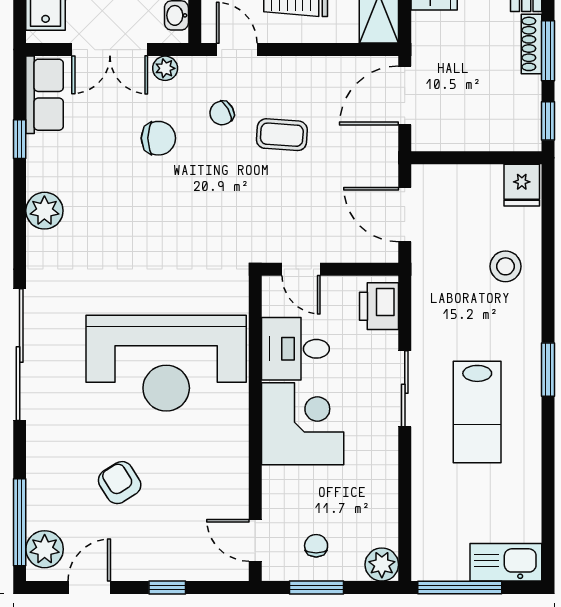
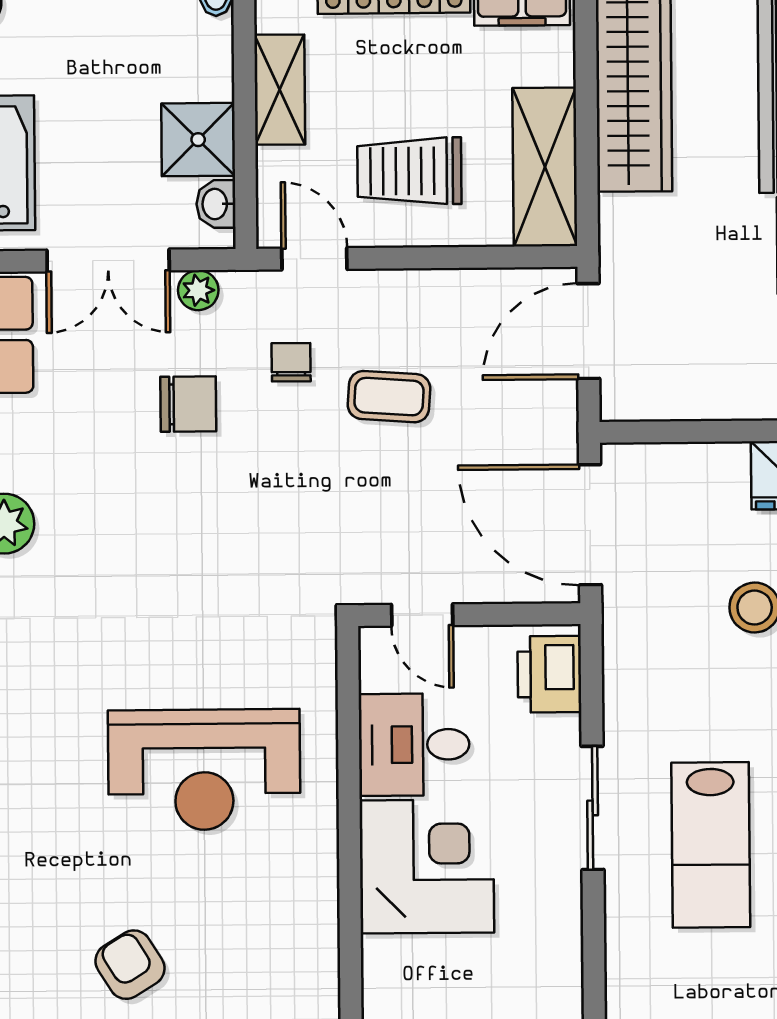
chair: (222, 113) -> (291, 362), turned 119
door: (405, 215) -> (590, 525), width x1.36
reception desk: (166, 363) -> (204, 770), width x0.74, depth x0.77

